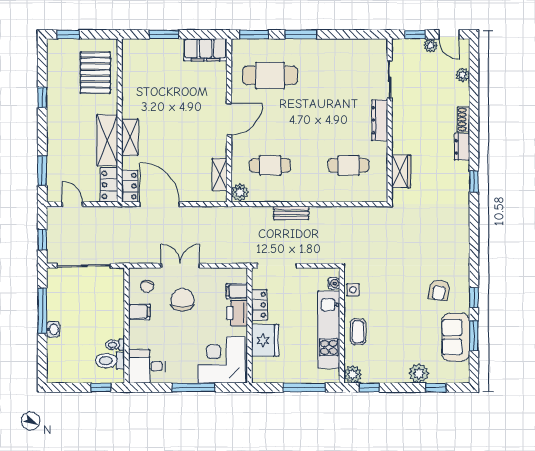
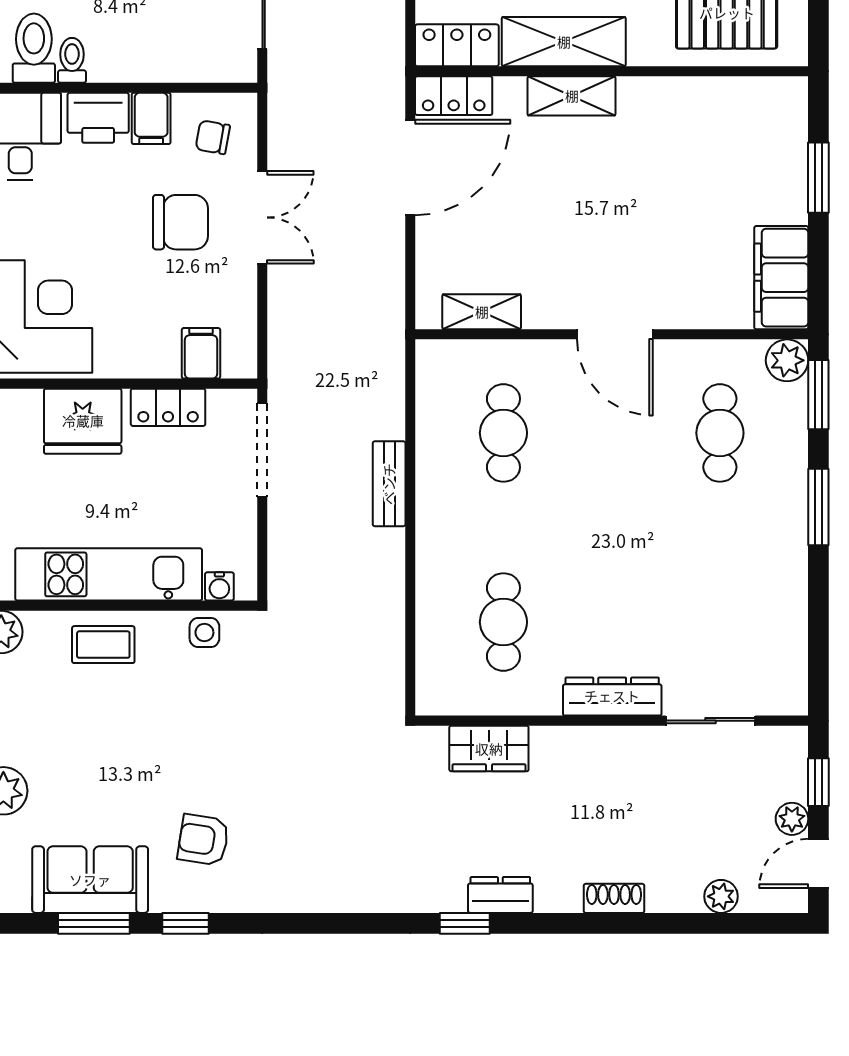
cafe table: (270, 75) -> (720, 433), width x0.73, depth x0.74
dresser: (462, 147) -> (500, 895), moved
plant: (240, 192) -> (787, 360), moved
printer: (237, 313) -> (98, 118), moved, turned 180

